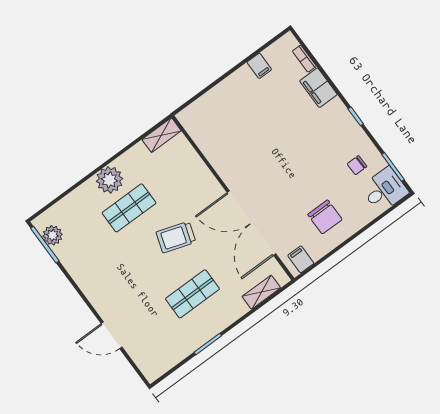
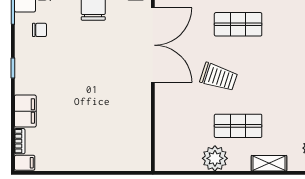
filing cabinet: (259, 66) -> (25, 163), moved, turned 90
shelving: (161, 135) -> (269, 163), moved
plant: (109, 180) -> (215, 158), moved

